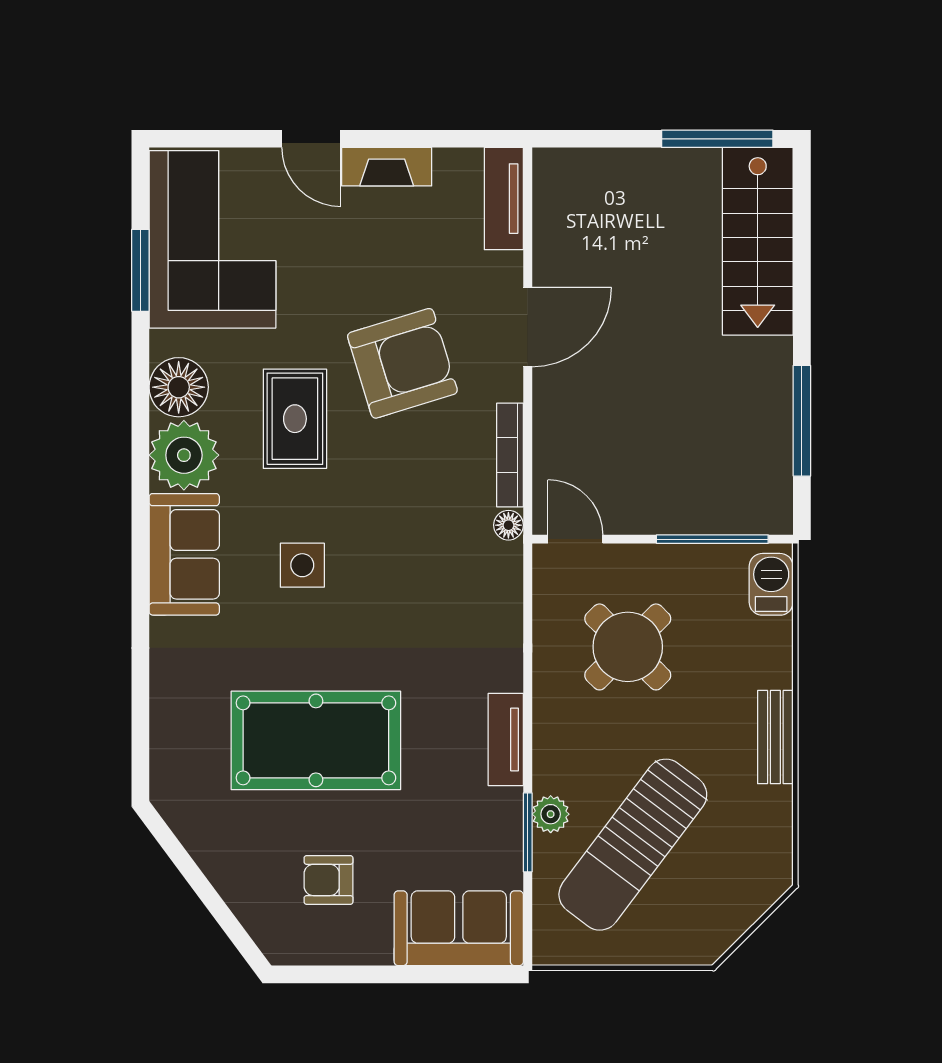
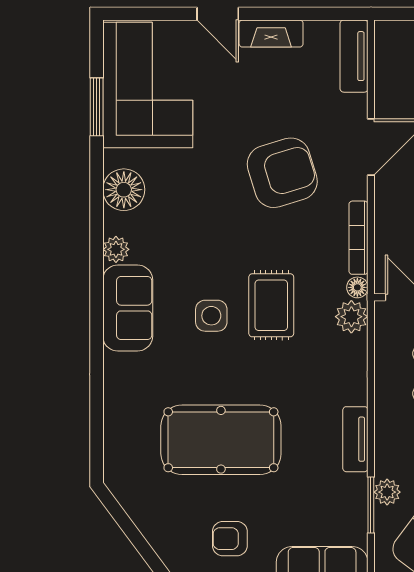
rug: (295, 419) -> (271, 305), moved
plant: (184, 455) -> (116, 249), width x0.53, depth x0.53
plant: (500, 567) -> (351, 317), added

